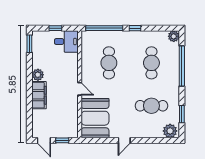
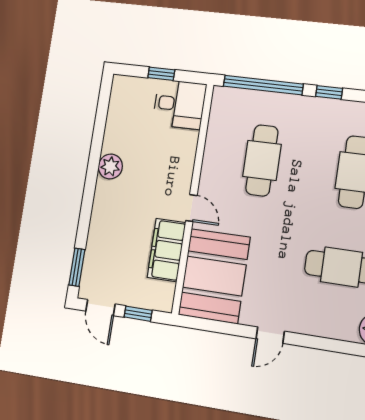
window: (29, 44) -> (77, 267), moved
filing cabinet: (39, 95) -> (166, 250), moved, turned 180

